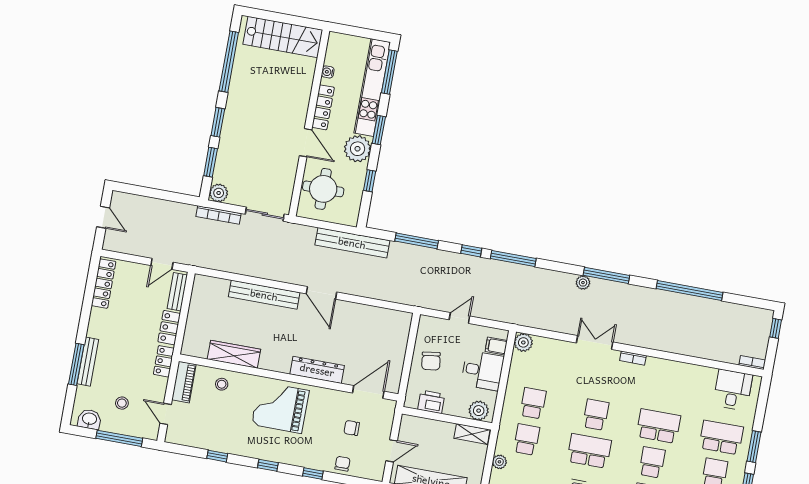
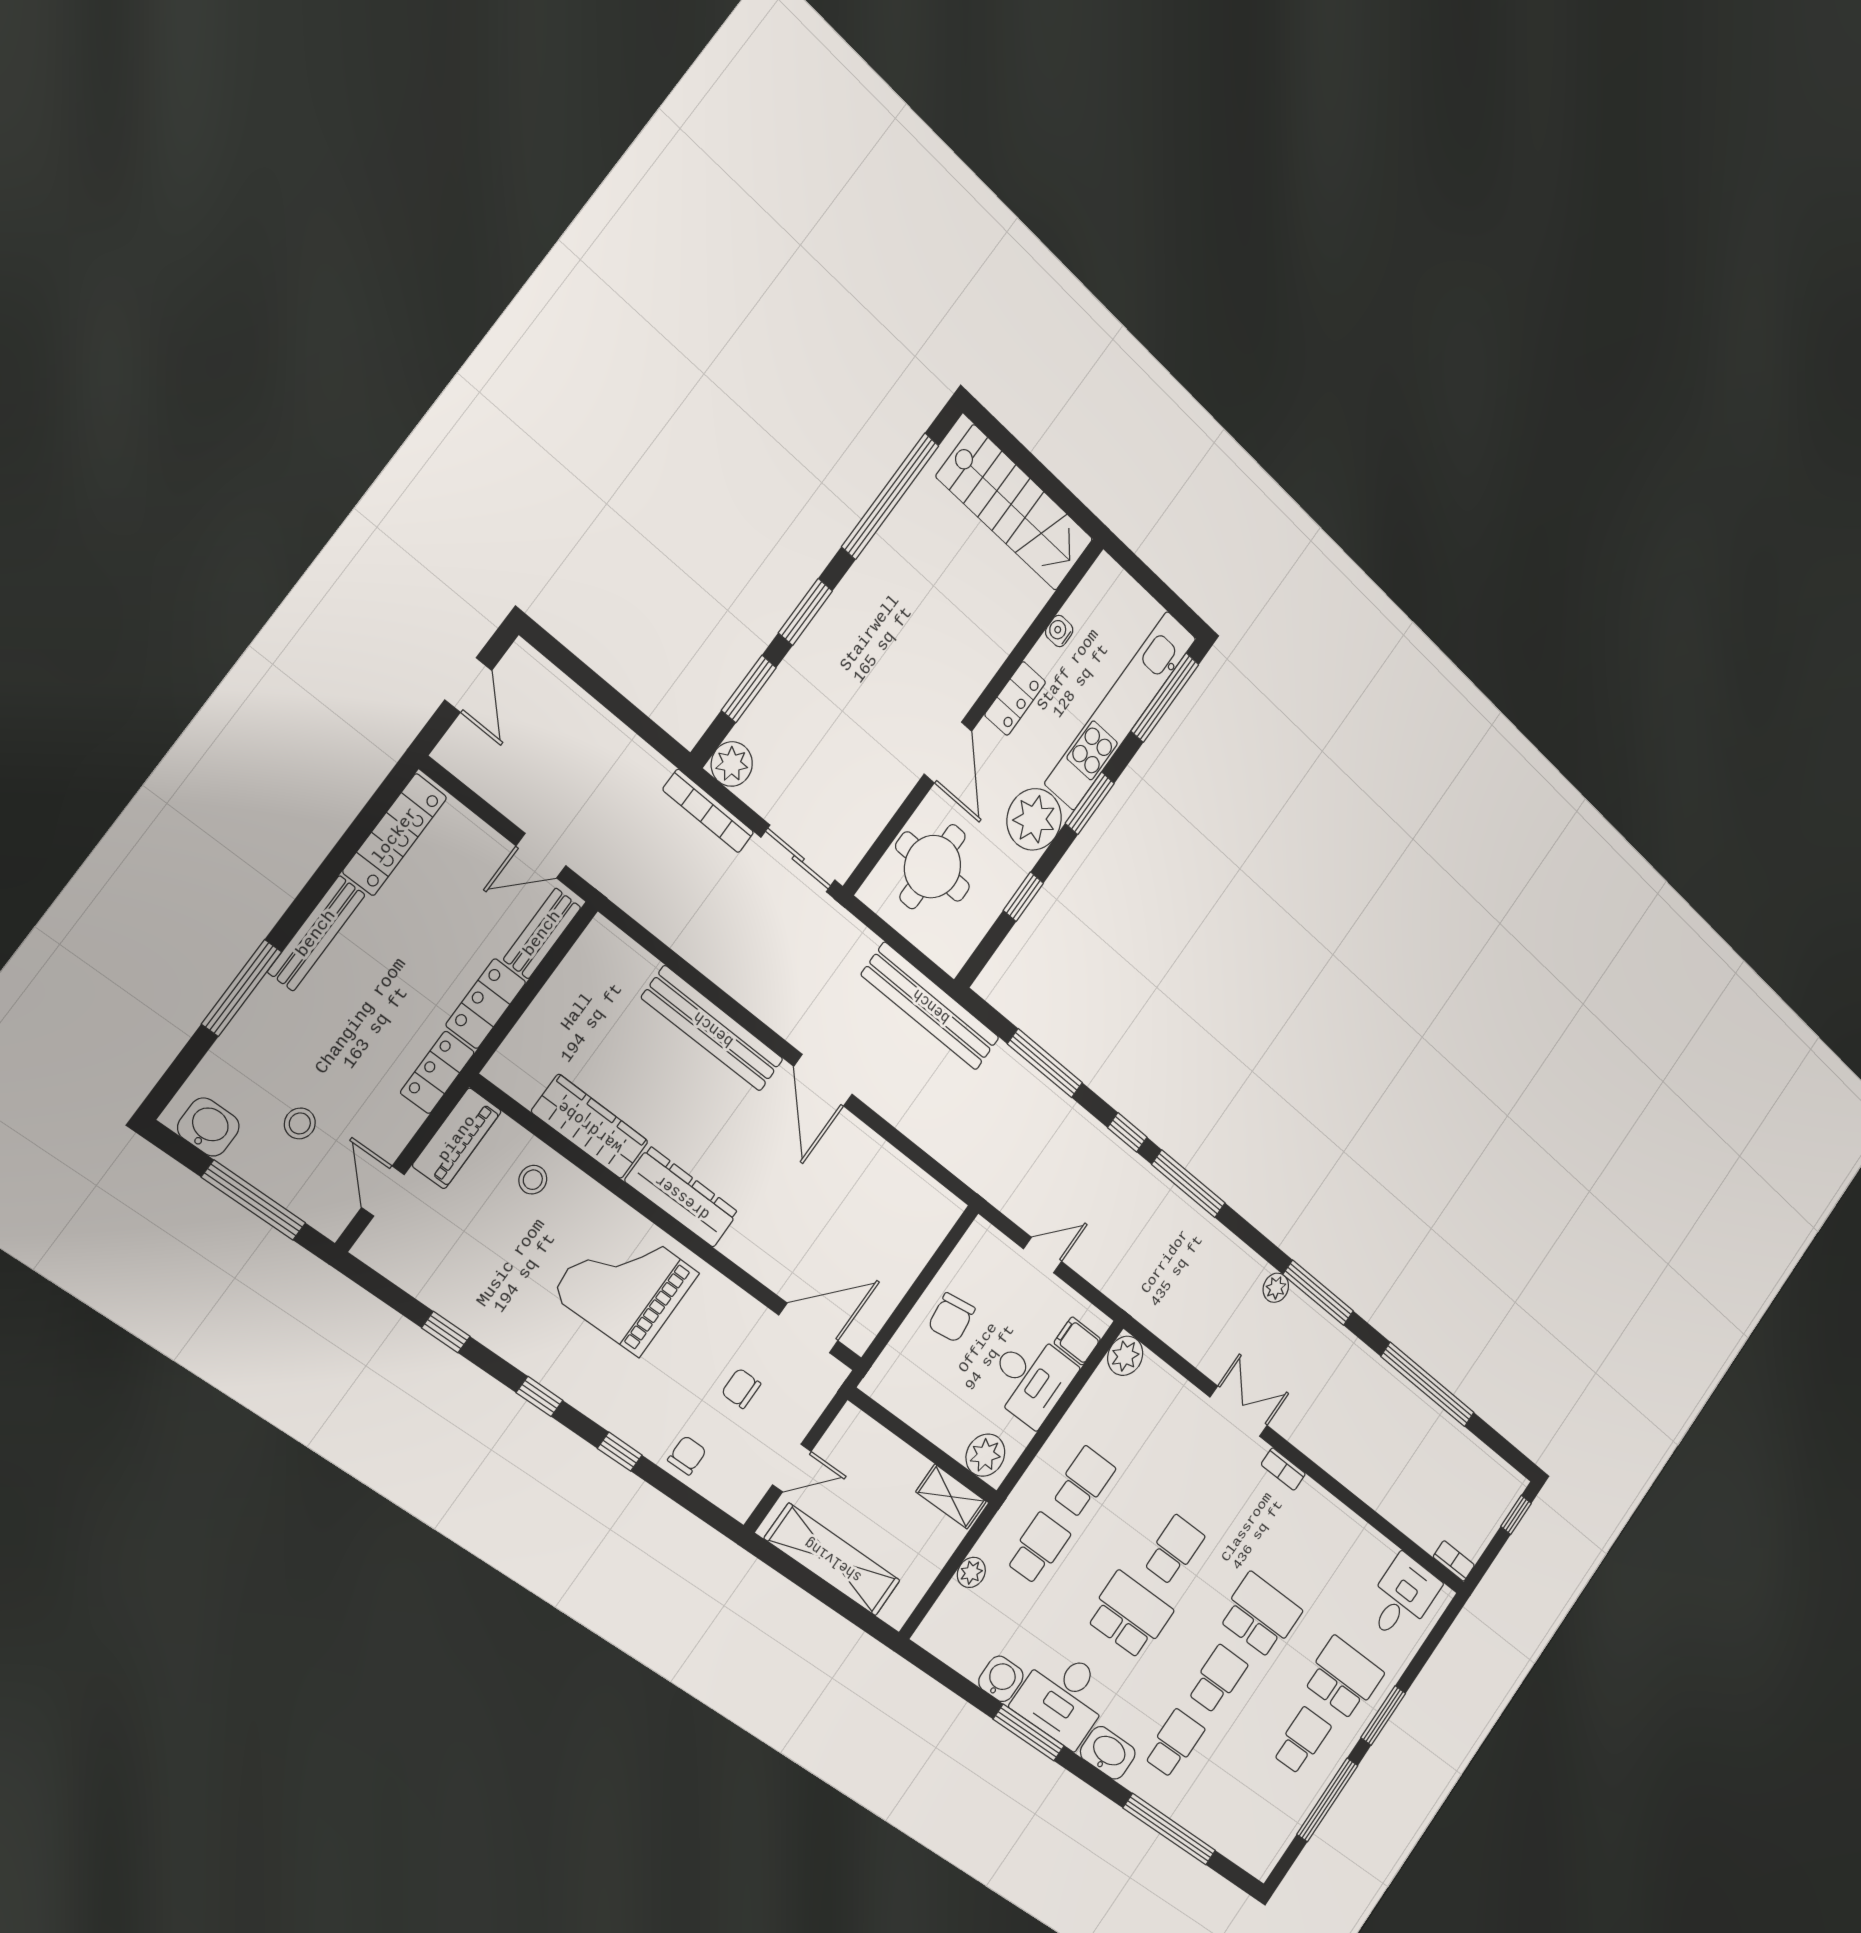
locker: (323, 107) -> (1015, 698), width x0.66
bench: (88, 362) -> (316, 933), moved
dresser: (317, 370) -> (682, 1197), moved
printer: (431, 402) -> (912, 1400), removed

